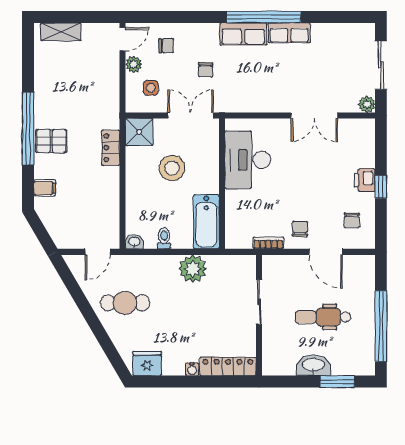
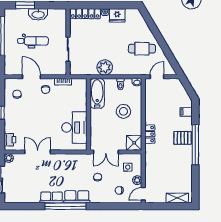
stool: (172, 168) -> (123, 111), moved
printer: (365, 180) -> (10, 140), moved
fridge: (147, 364) -> (117, 15), moved

